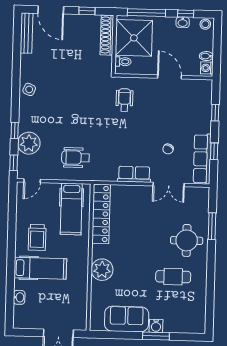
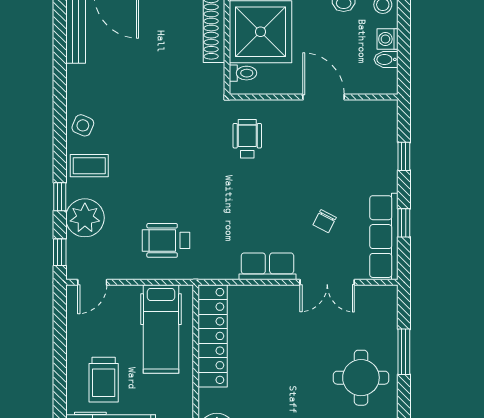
washing machine: (207, 68) -> (388, 39), moved
coffee table: (32, 113) -> (89, 166), added

